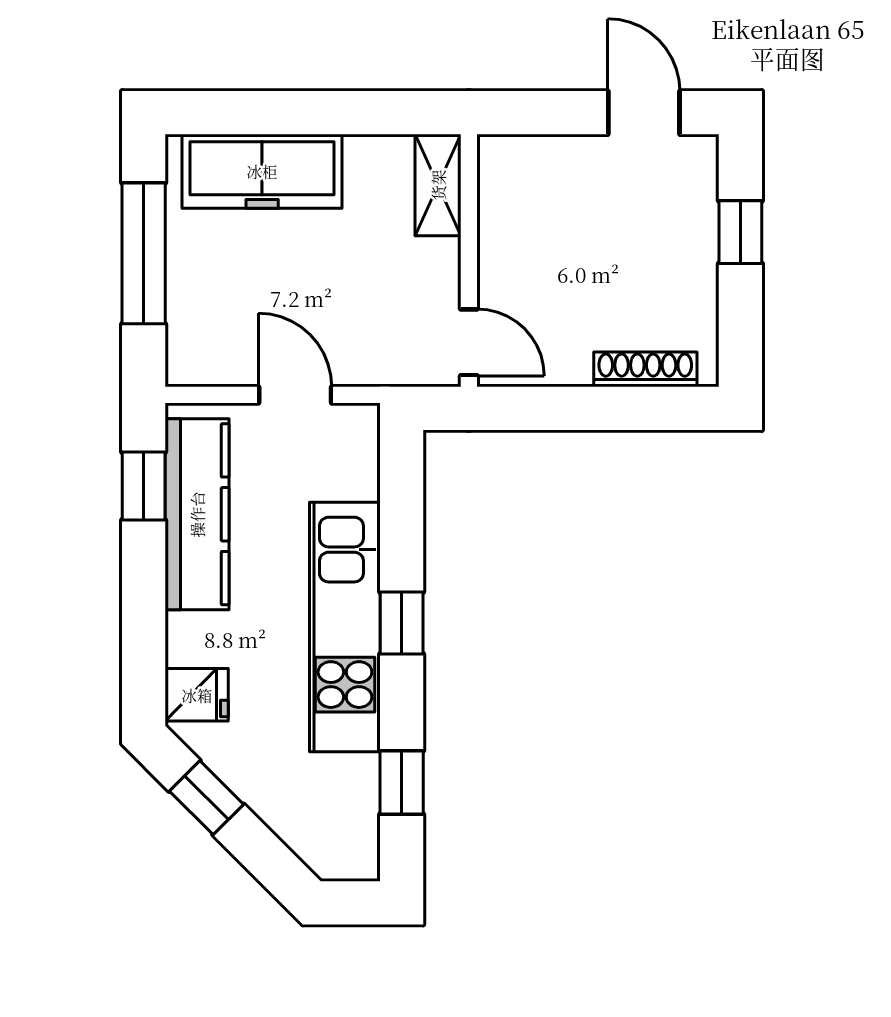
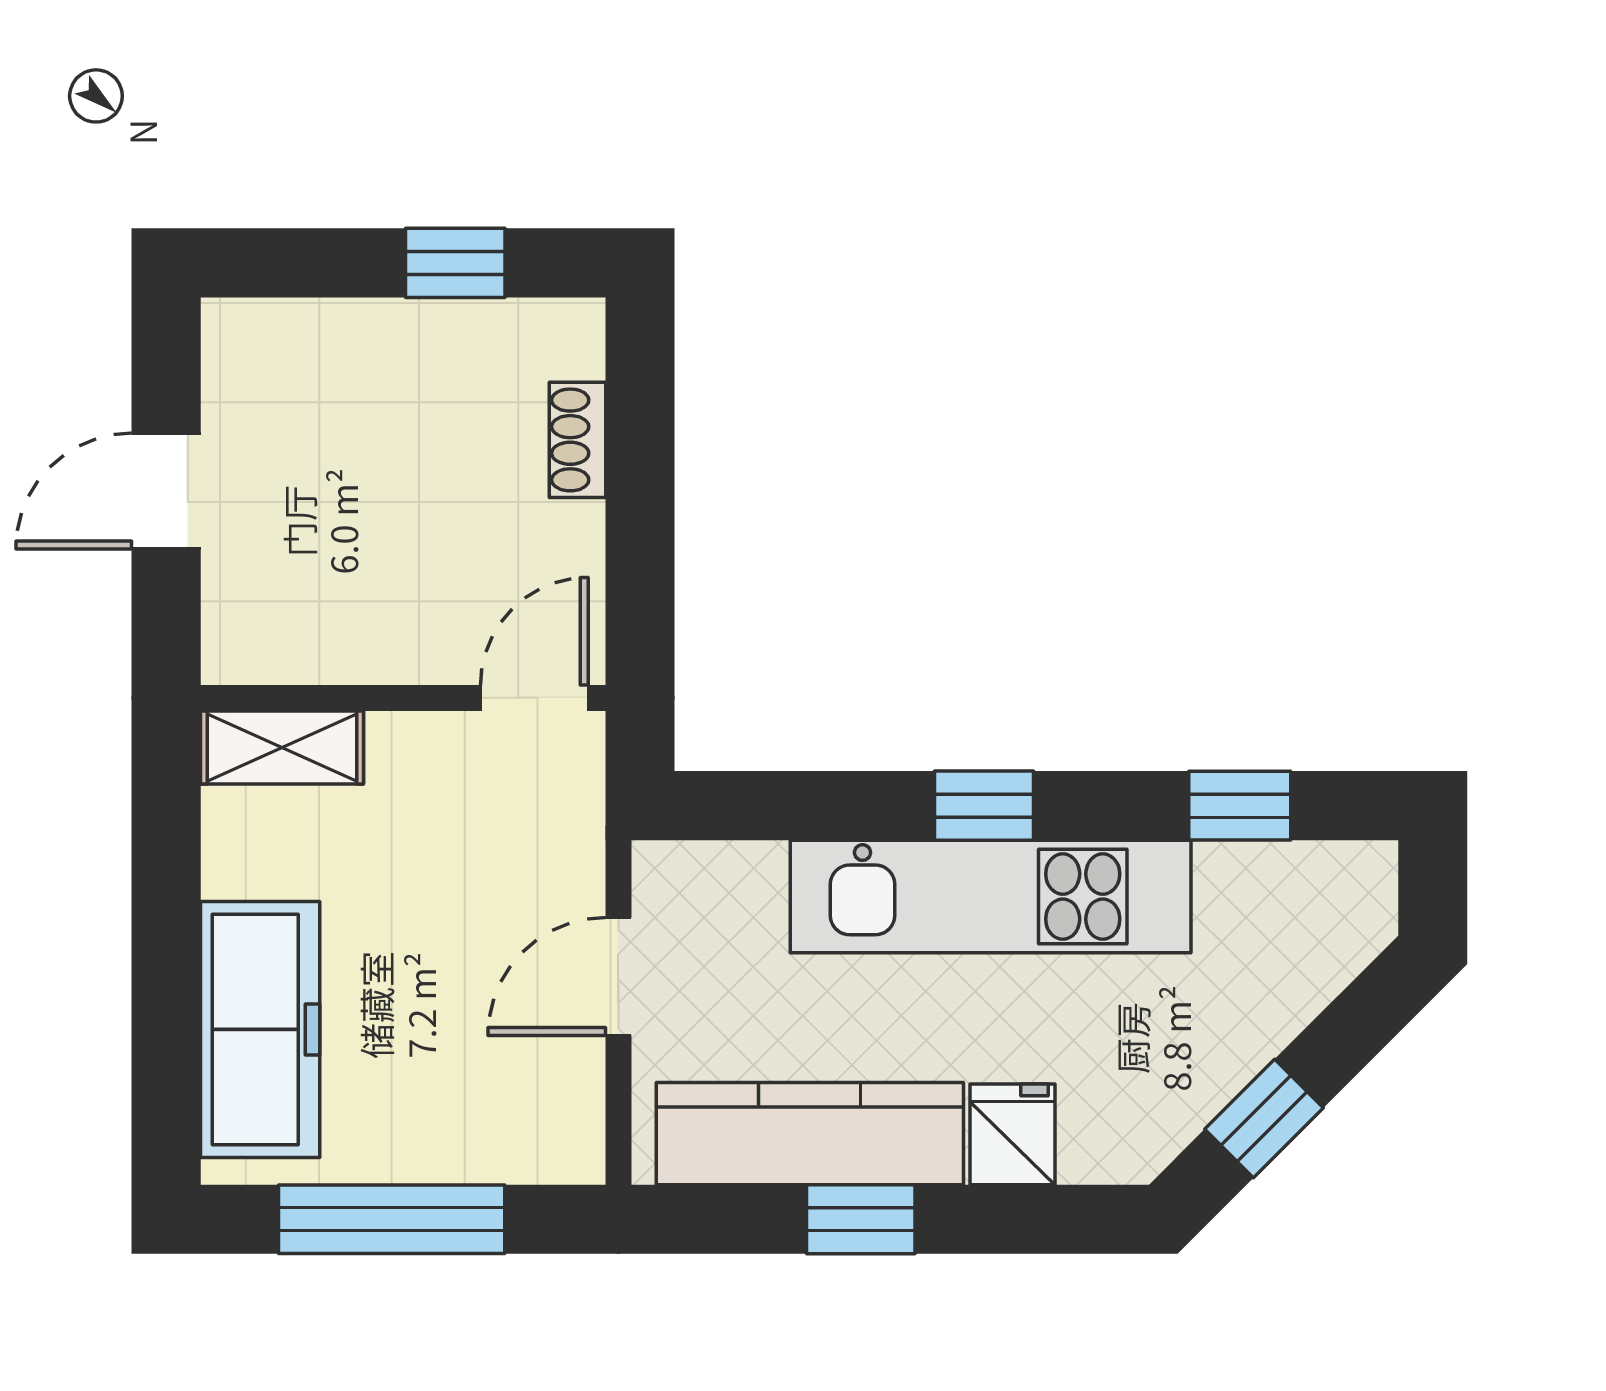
door: (644, 113) -> (166, 491), moved
window: (740, 232) -> (455, 263), moved
shoe rack: (645, 369) -> (577, 440), width x0.70
window: (144, 486) -> (861, 1219), moved
fridge: (197, 695) -> (1012, 1134), moved

